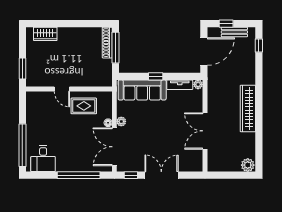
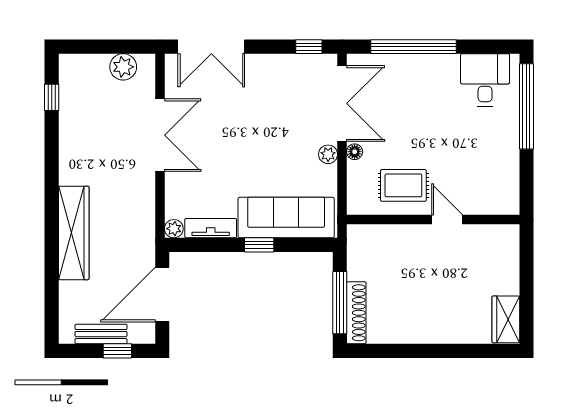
wardrobe: (45, 34) -> (506, 319), moved, turned -90
window: (259, 46) -> (52, 97), moved
window: (22, 69) -> (526, 260), removed
wardrobe: (248, 109) -> (74, 233), moved
plant: (248, 165) -> (123, 67), moved
double door: (161, 175) -> (211, 47), moved

